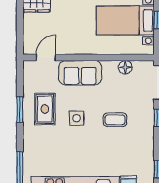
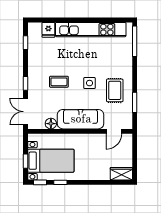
sofa: (80, 73) -> (81, 119), width x1.36
window: (20, 110) -> (135, 102), moved

